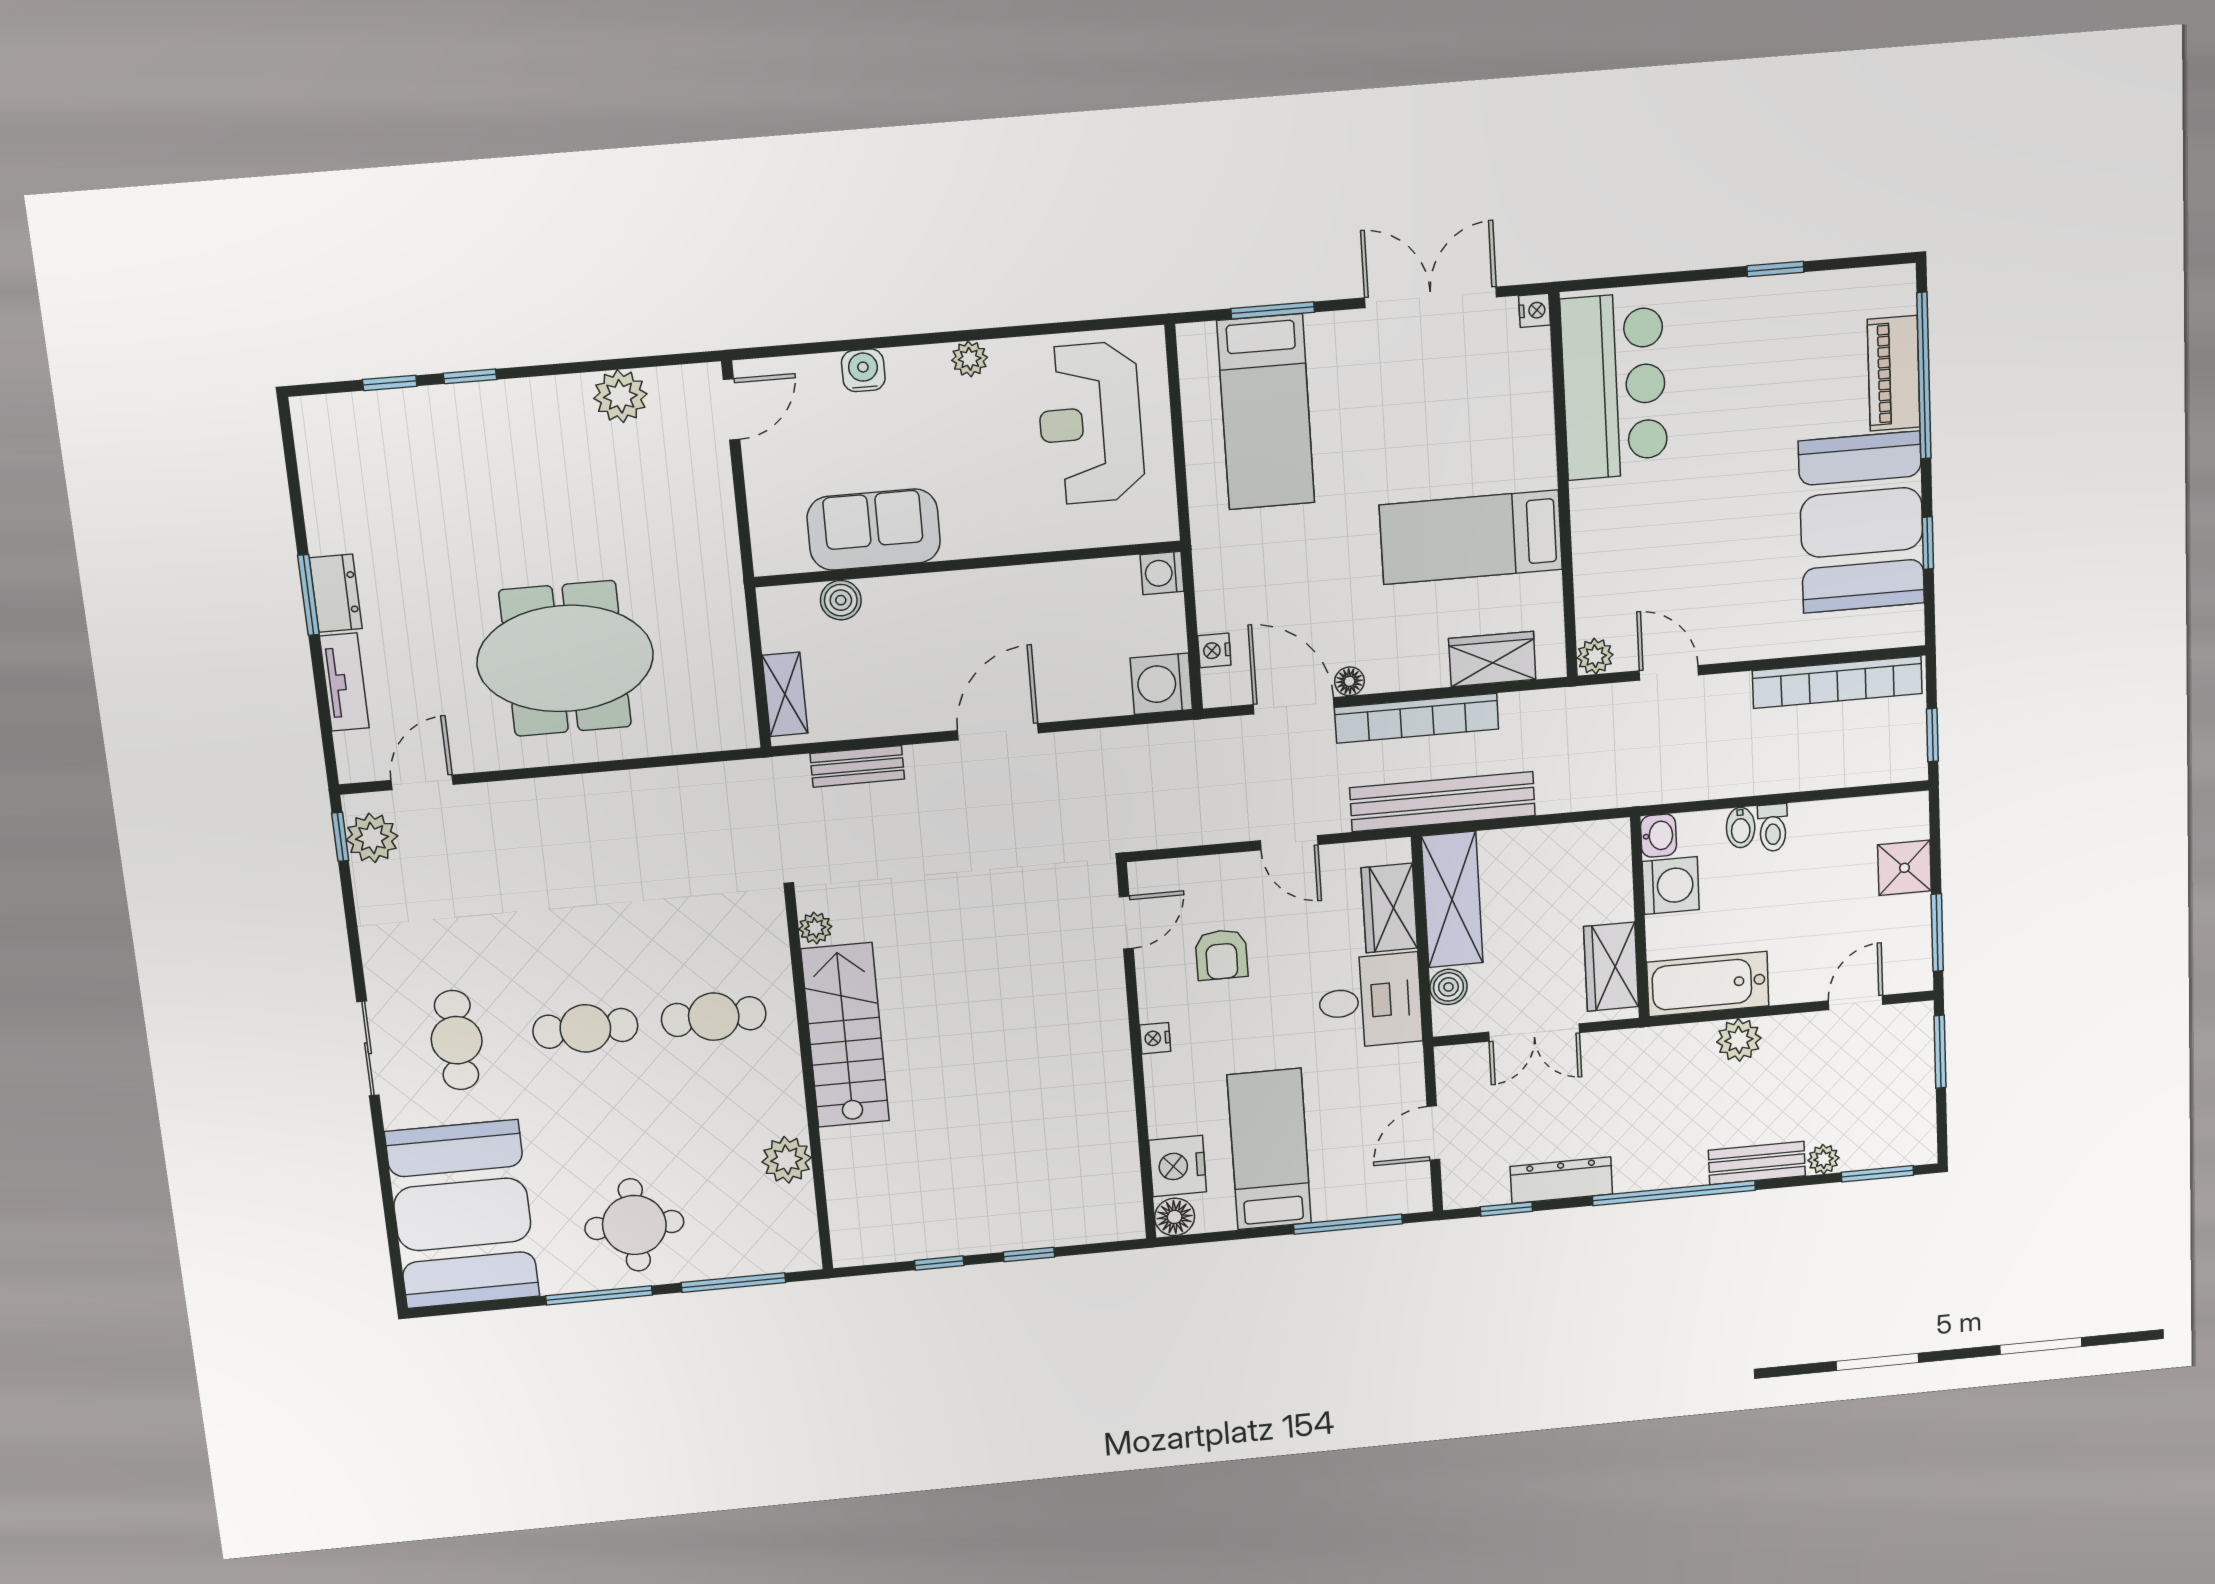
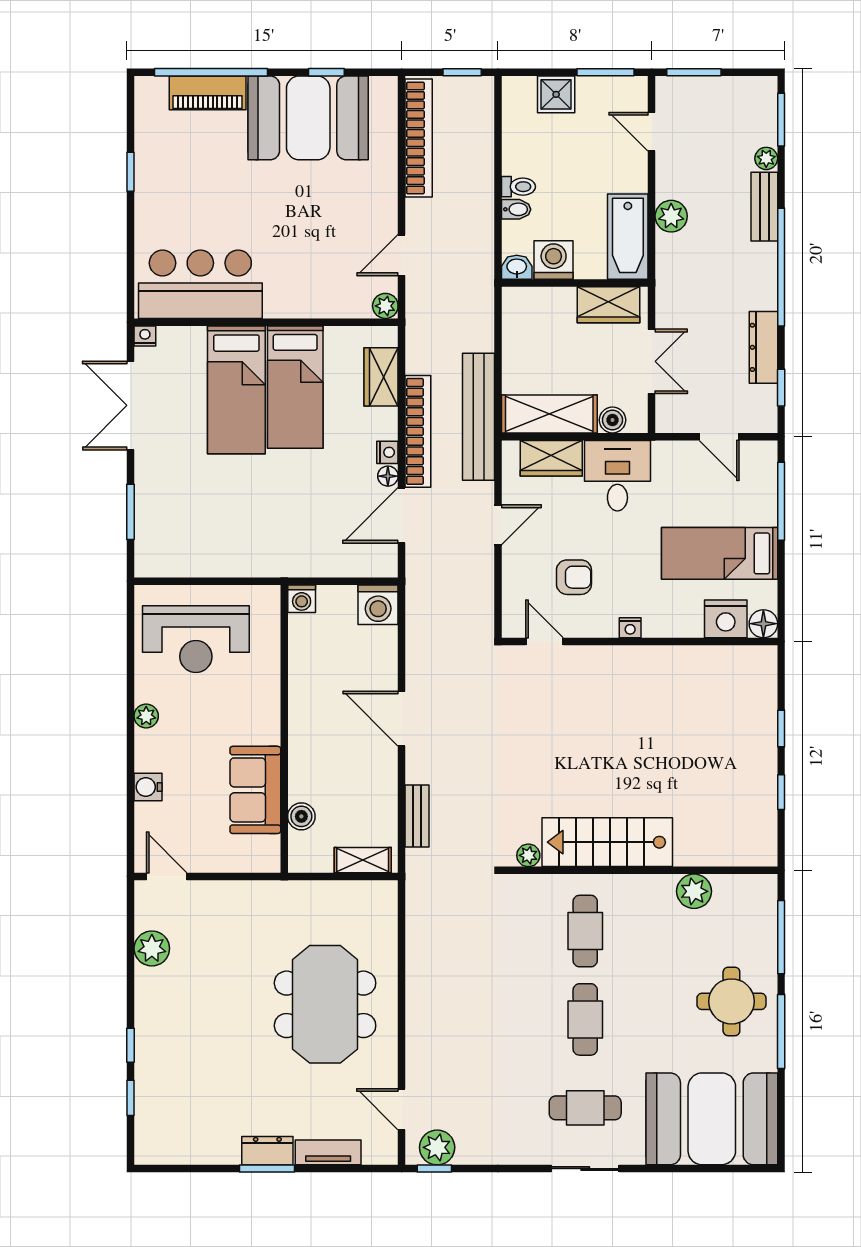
bed: (1266, 412) -> (236, 390), moved, turned 90
nightstand: (1214, 650) -> (387, 452), moved, turned -90

